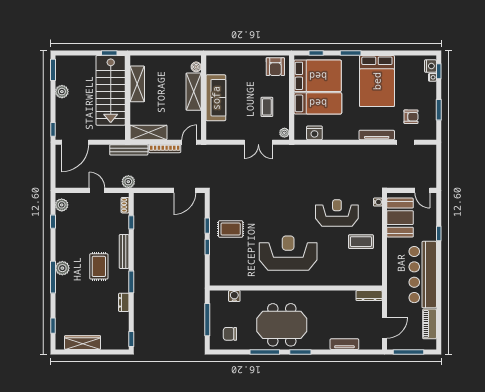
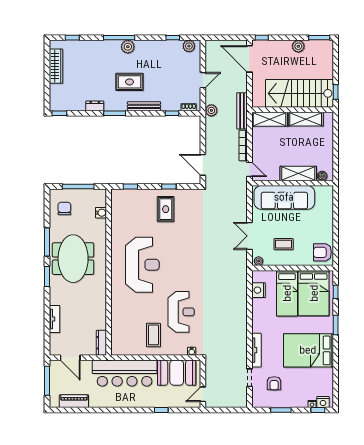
sofa: (216, 98) -> (284, 197), width x1.36, depth x1.27
shelving: (148, 132) -> (270, 119), moved, turned 90
window: (207, 247) -> (130, 187), moved
bar counter: (423, 275) -> (125, 373), moved, turned 180

